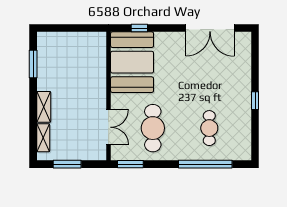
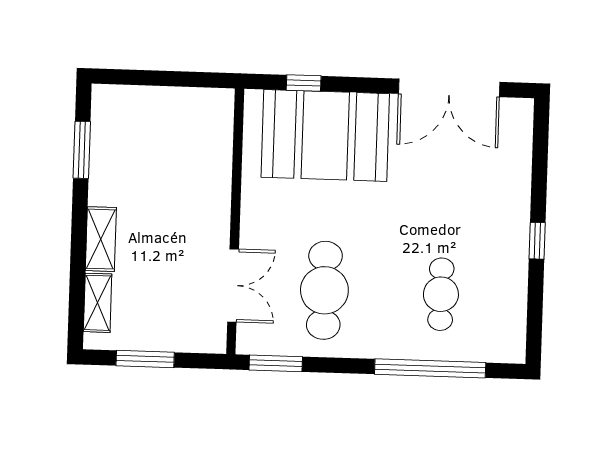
booth: (132, 62) -> (325, 135), moved, turned 90

